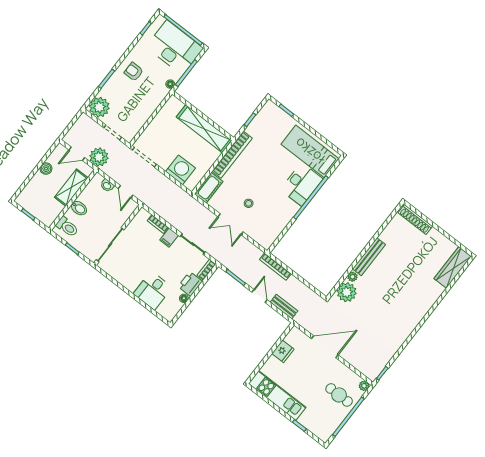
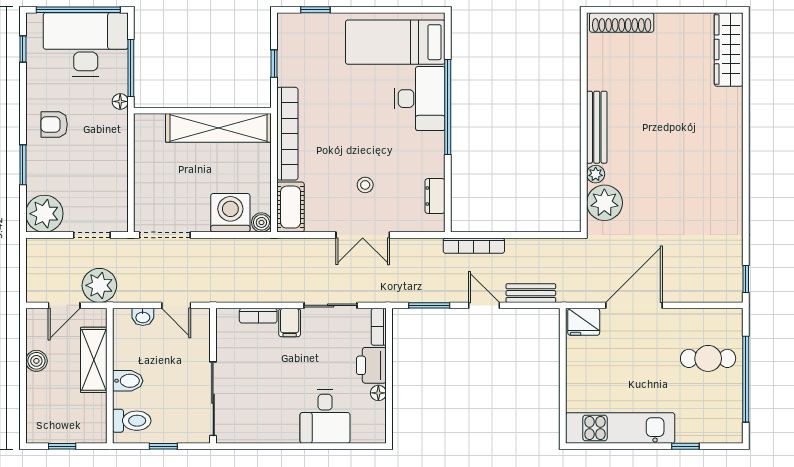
boiler: (191, 185) -> (261, 222), added
dresser: (275, 232) -> (435, 196), added
fridge: (283, 351) -> (584, 322), moved, turned 90
plant: (364, 386) -> (734, 317), removed

